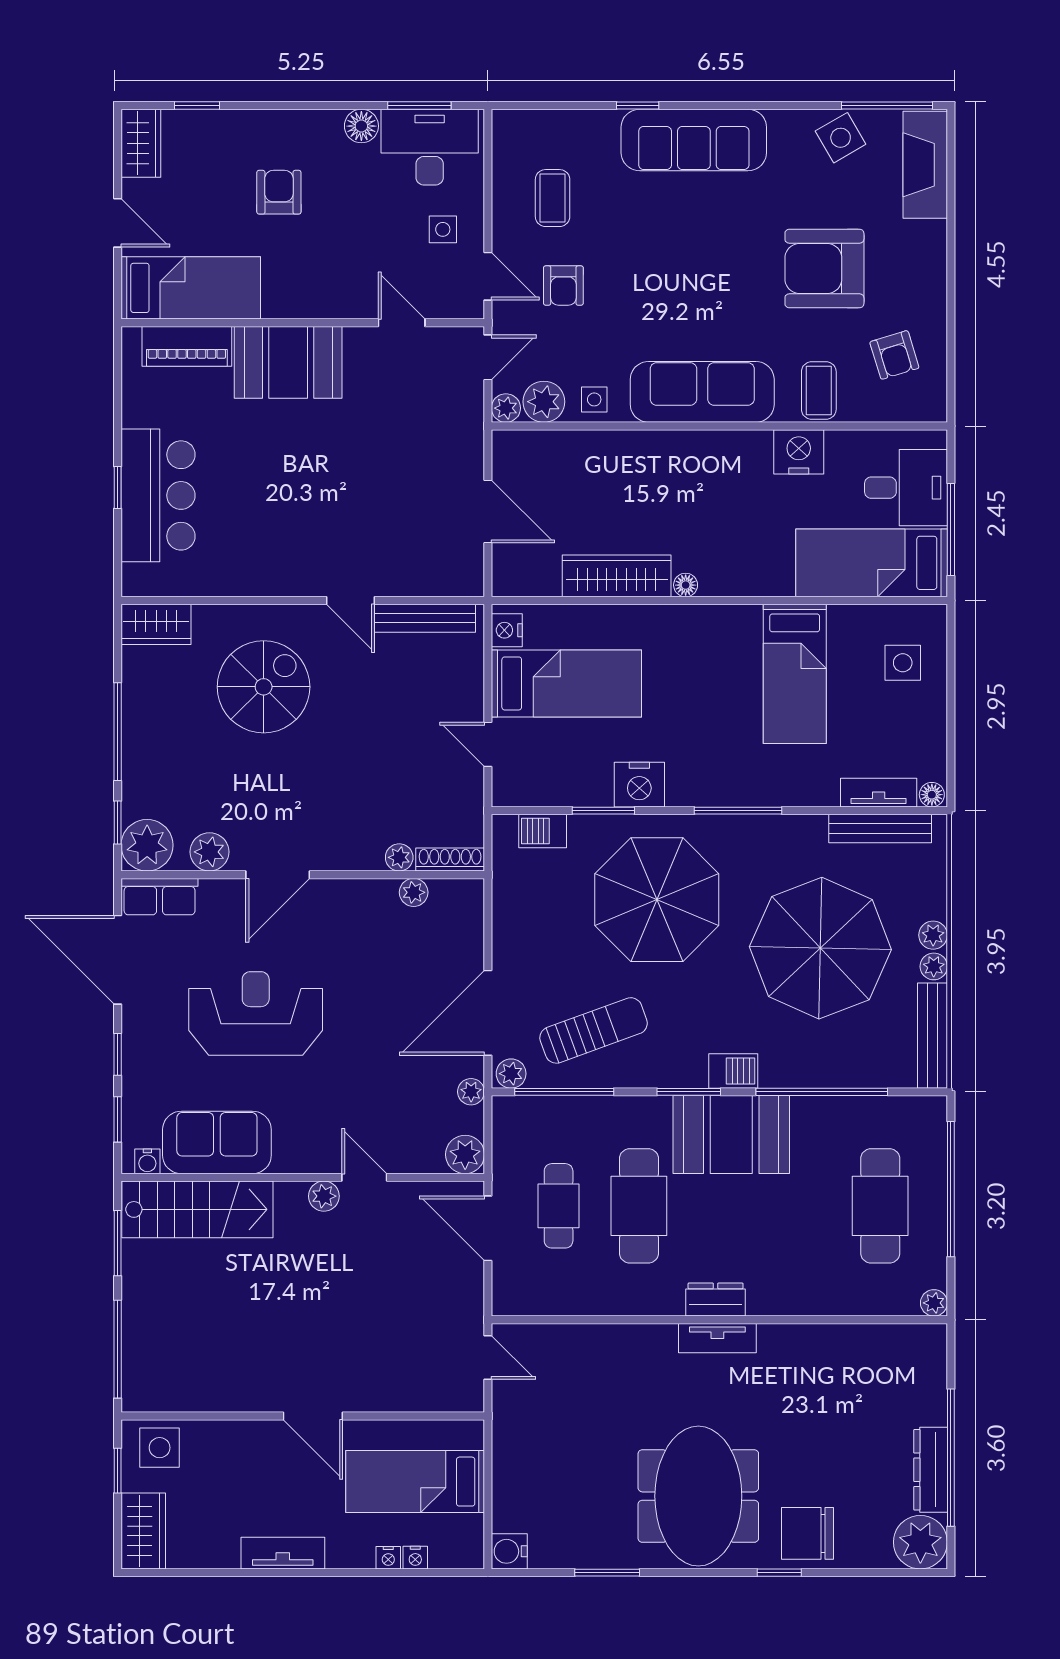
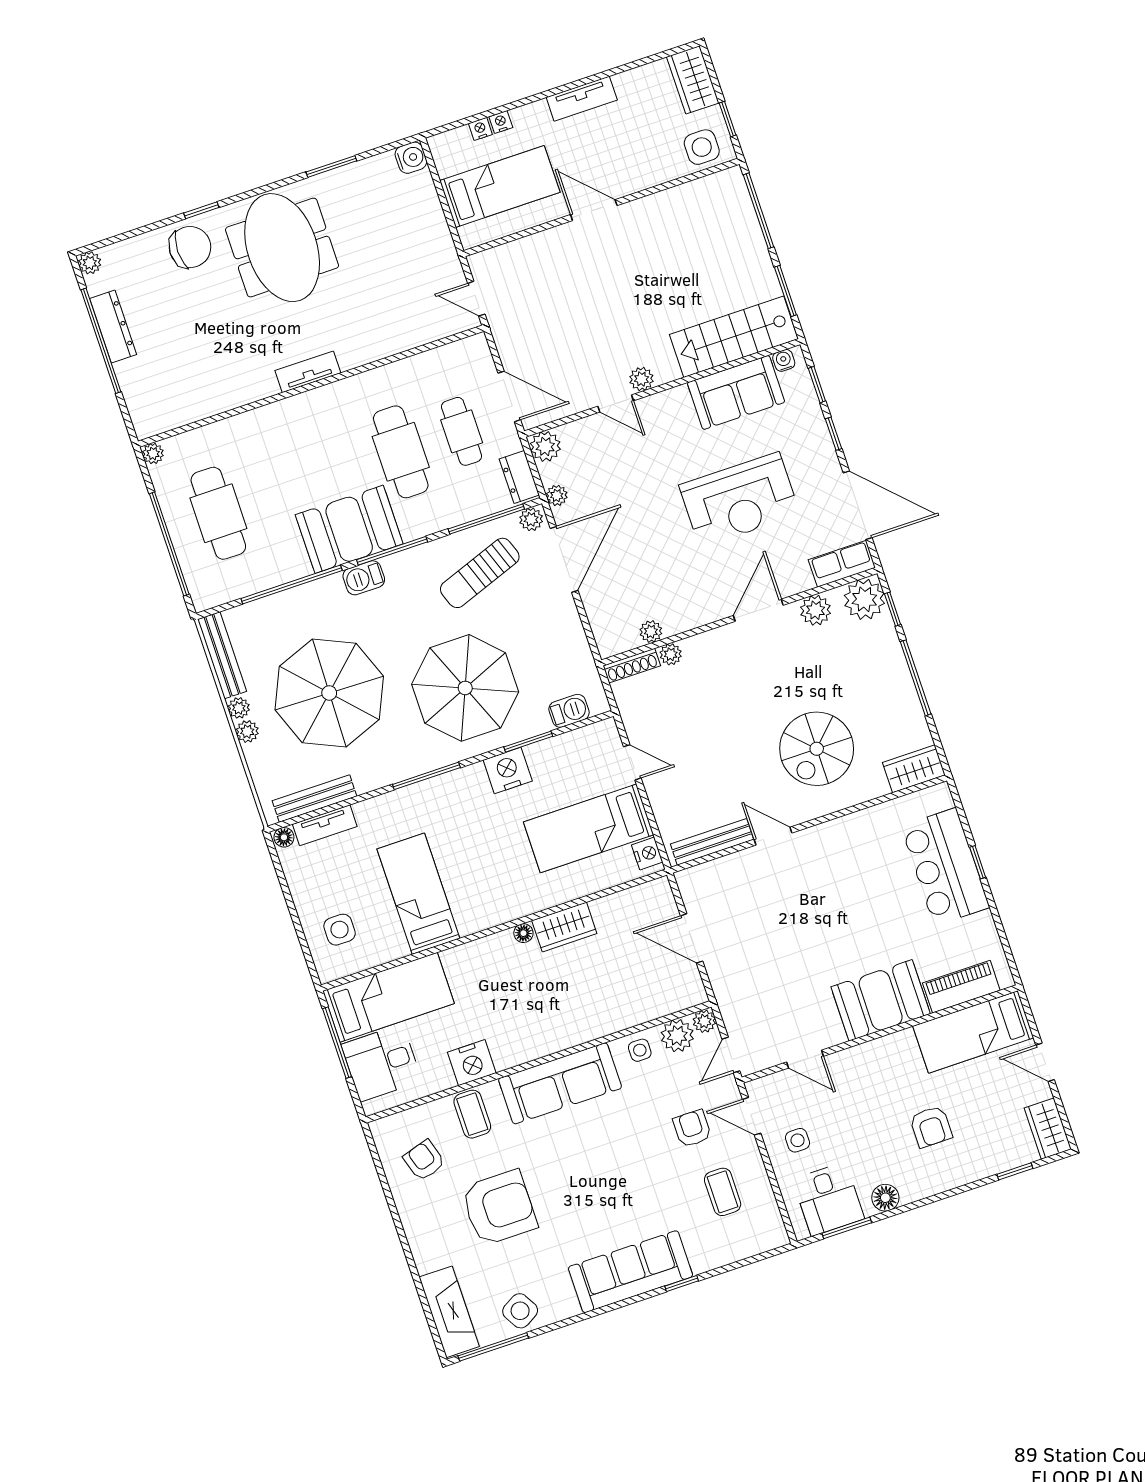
desk: (430, 147) -> (828, 1199), width x0.73
wardrobe: (617, 576) -> (564, 927), width x0.67
window: (689, 1092) -> (392, 551), width x1.44
dresser: (716, 1300) -> (519, 477), moved, turned 90
plant: (920, 1542) -> (90, 263), width x0.53, depth x0.53

